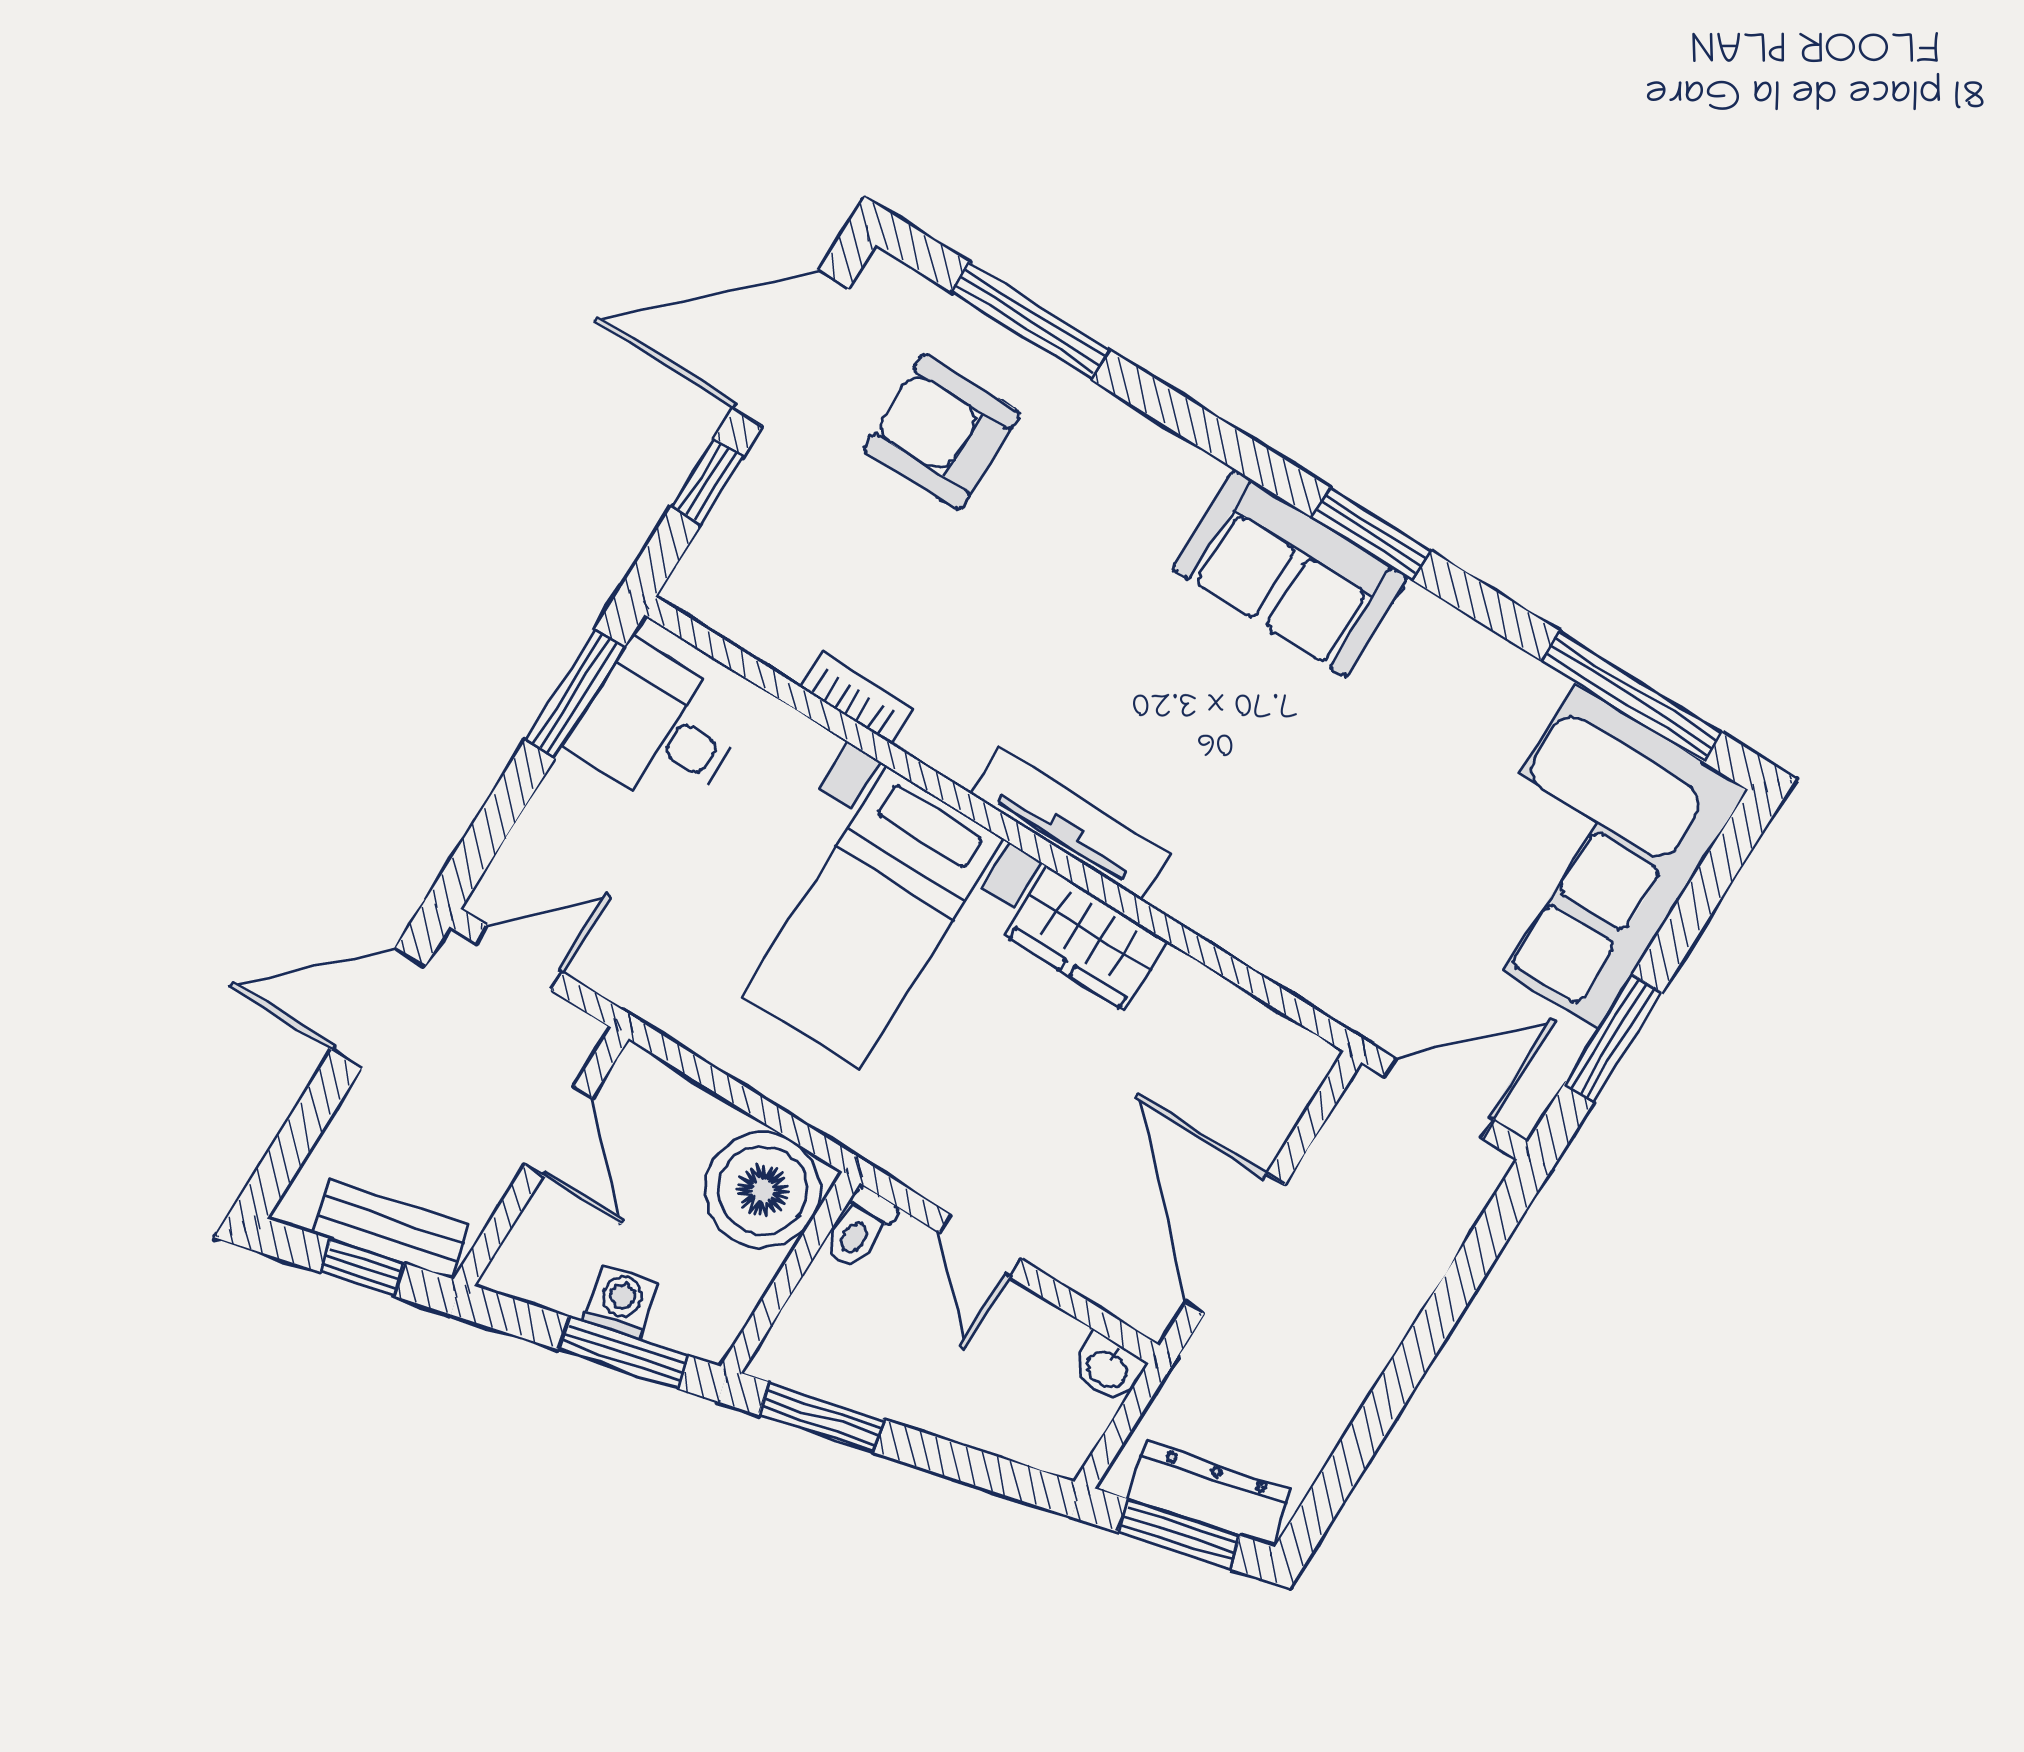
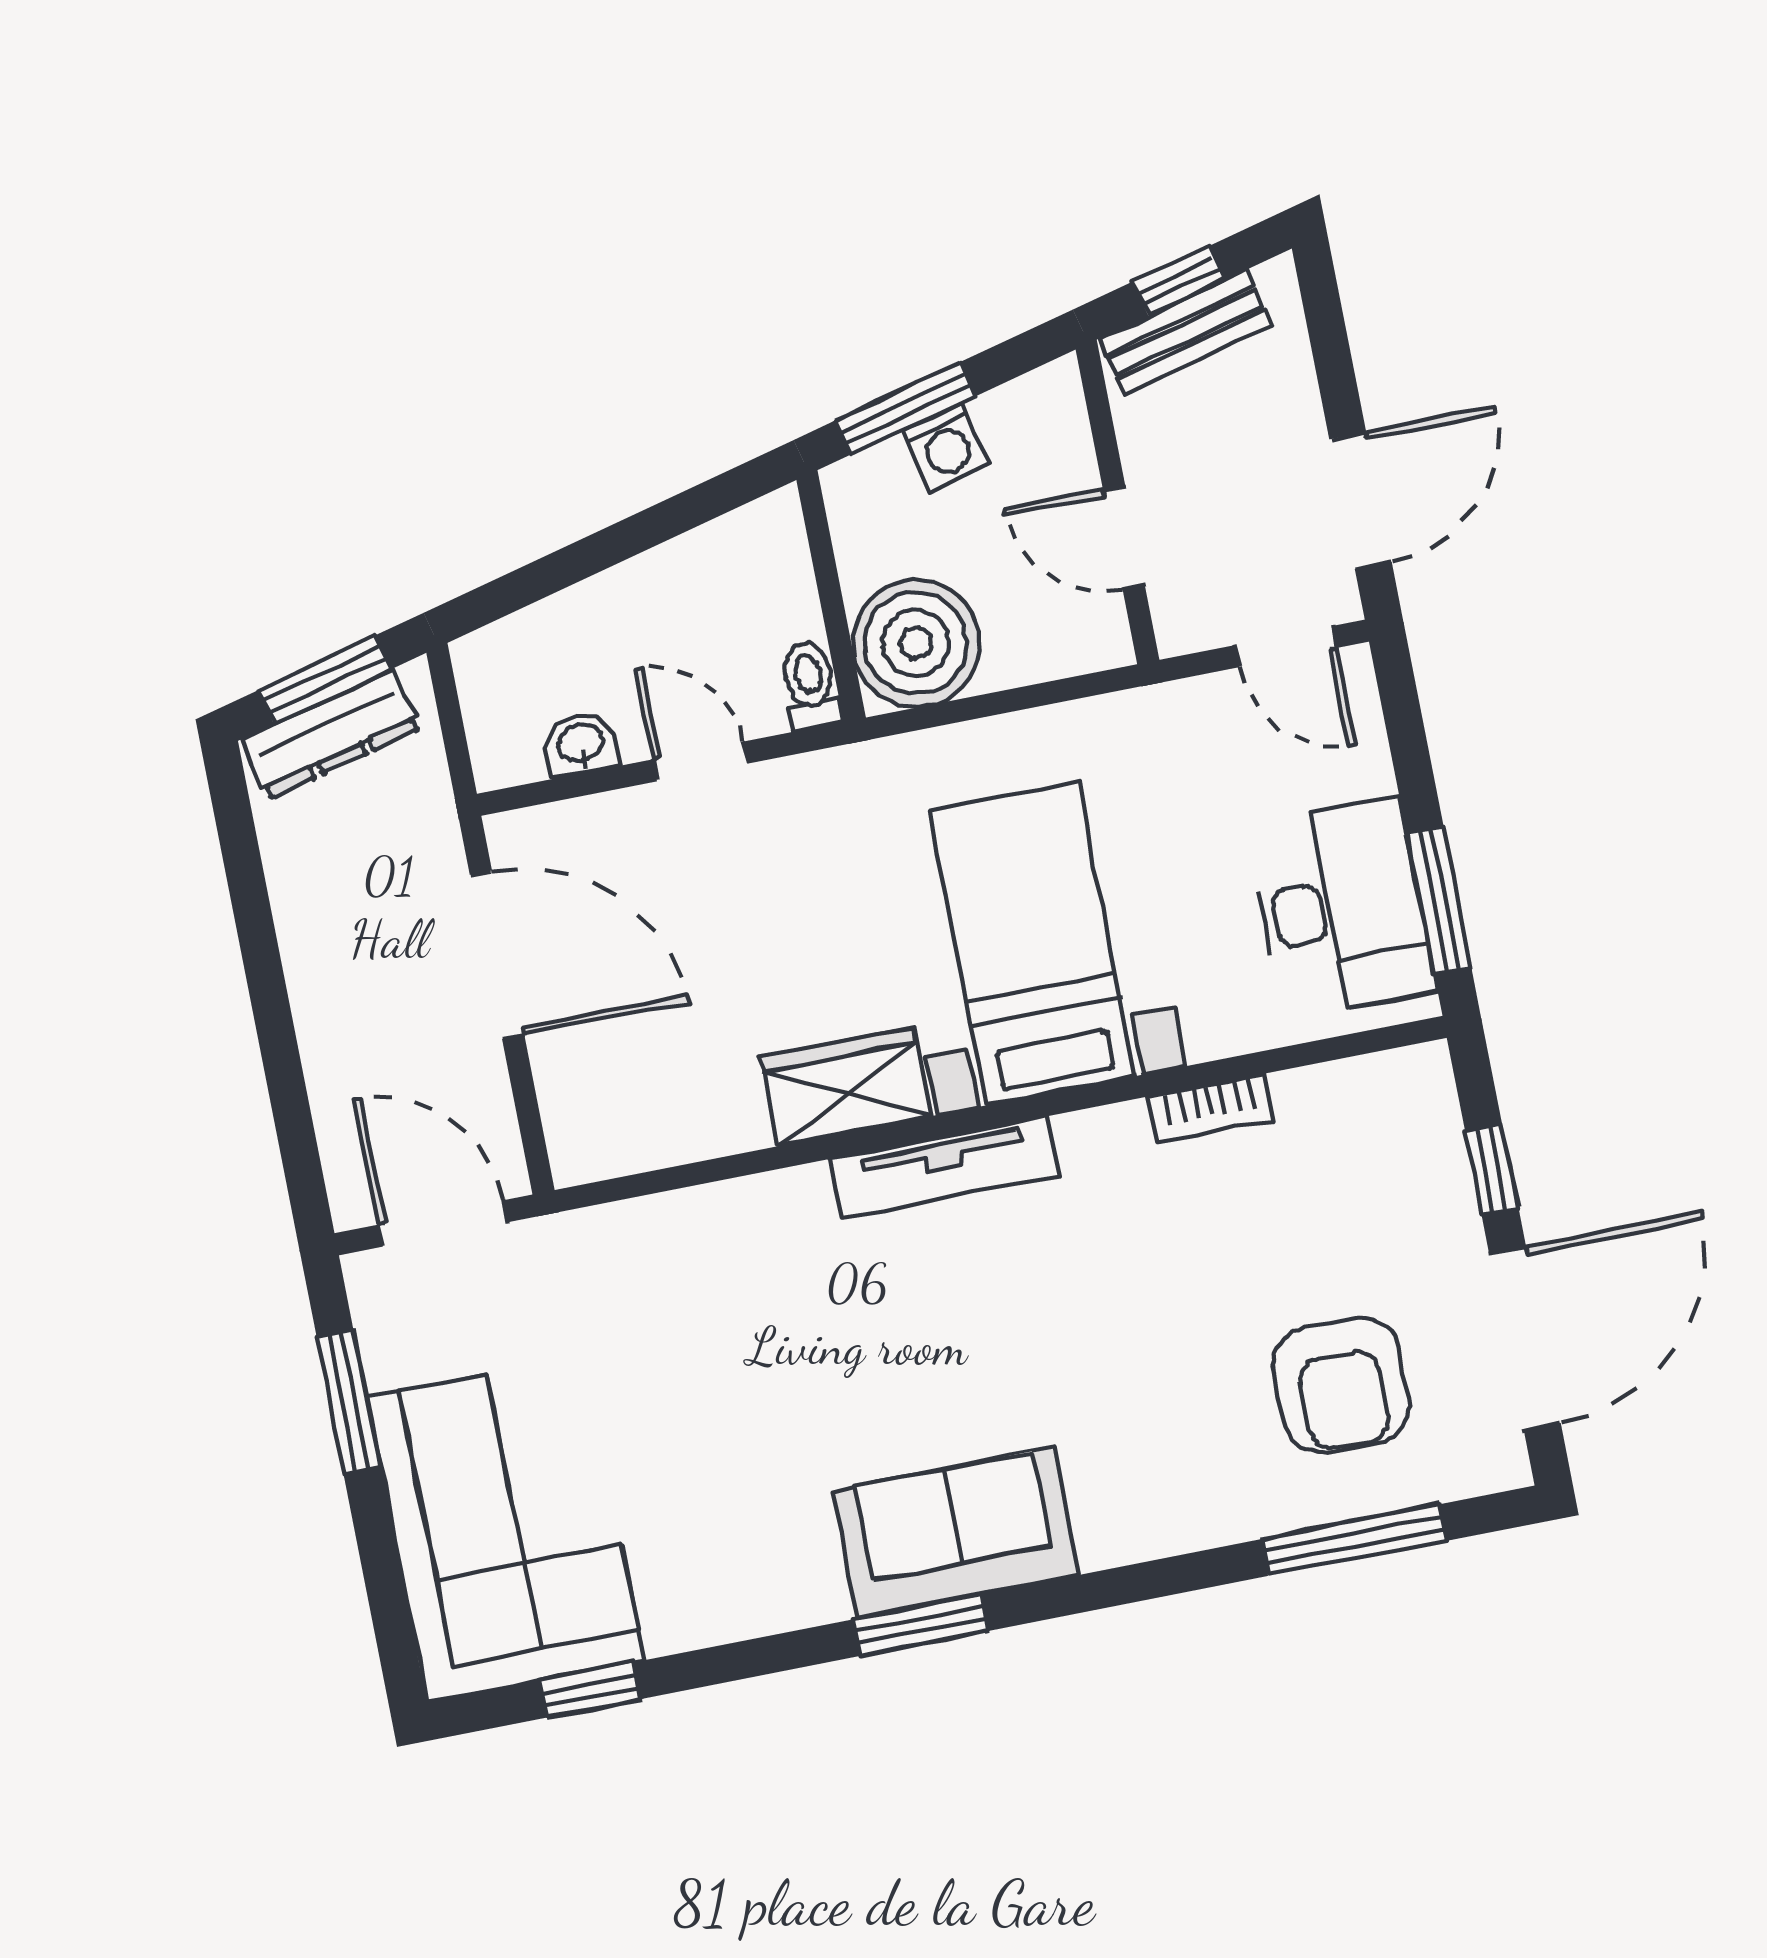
armchair: (942, 431) -> (1341, 1385), turned 90
window: (1632, 697) -> (590, 1690), width x0.46
desk: (658, 728) -> (1341, 908), width x1.37
door: (519, 958) -> (1286, 647), hinge flipped
door: (1439, 1098) -> (443, 1223), swing flipped
washbasin: (1108, 1368) -> (581, 744), moved
window: (821, 1417) -> (699, 505), removed

